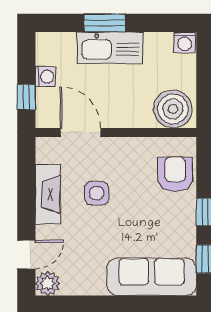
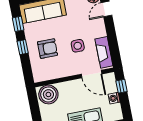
armchair: (175, 174) -> (48, 49), moved, turned -90
fireplace: (48, 194) -> (104, 52), moved

